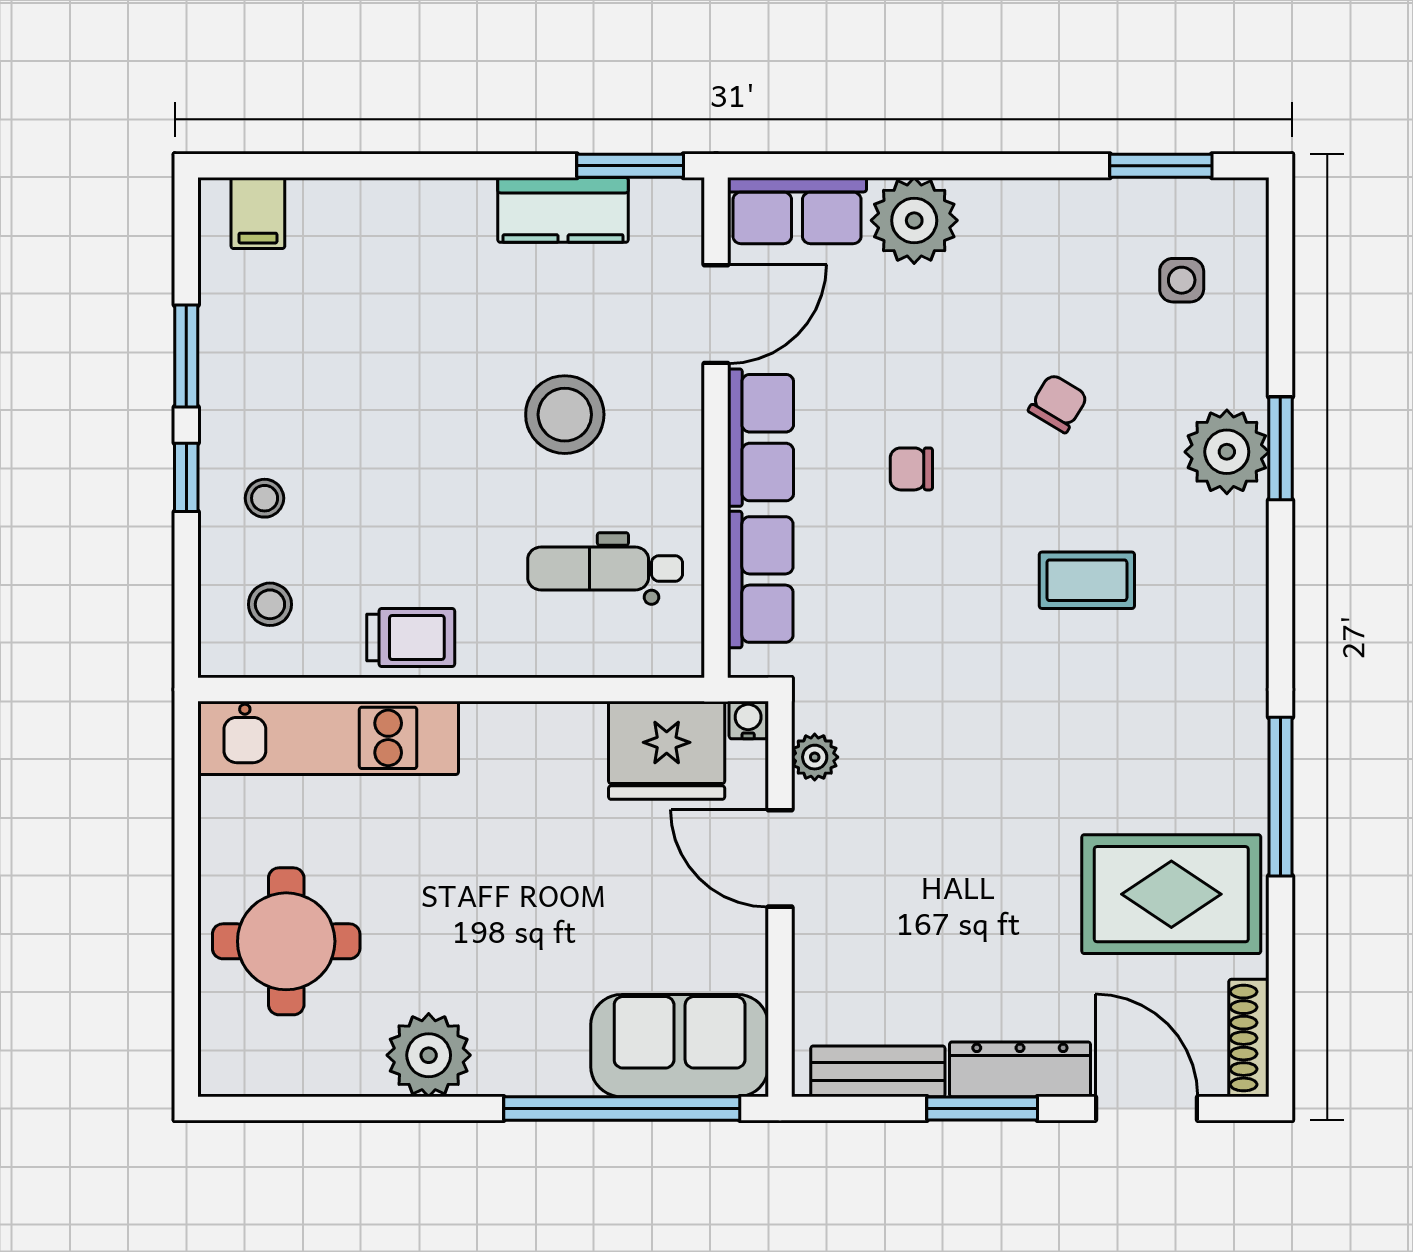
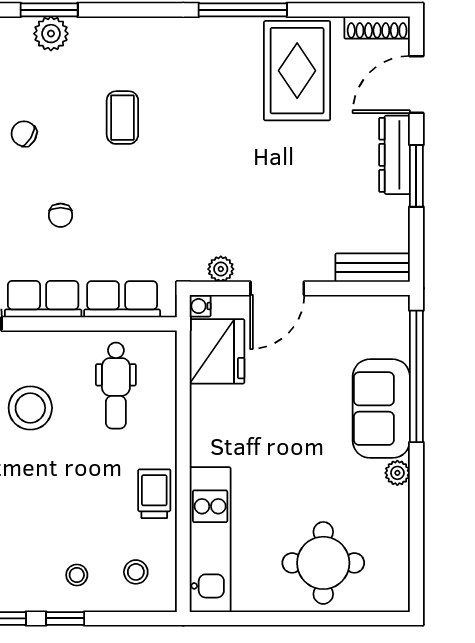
plant: (1227, 452) -> (51, 34), width x0.73, depth x0.73
sofa: (680, 1046) -> (381, 409), moved
plant: (429, 1055) -> (397, 473), width x0.53, depth x0.53
bench: (878, 1071) -> (373, 268), moved, turned 90

